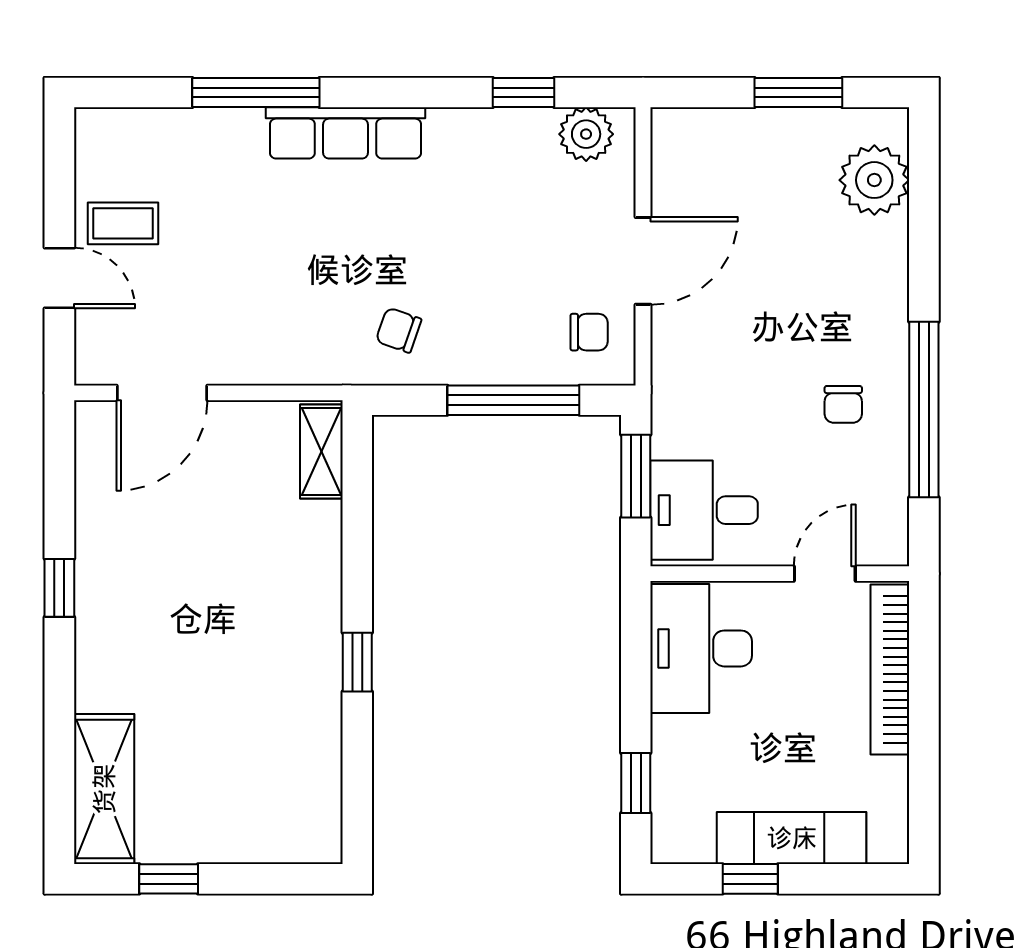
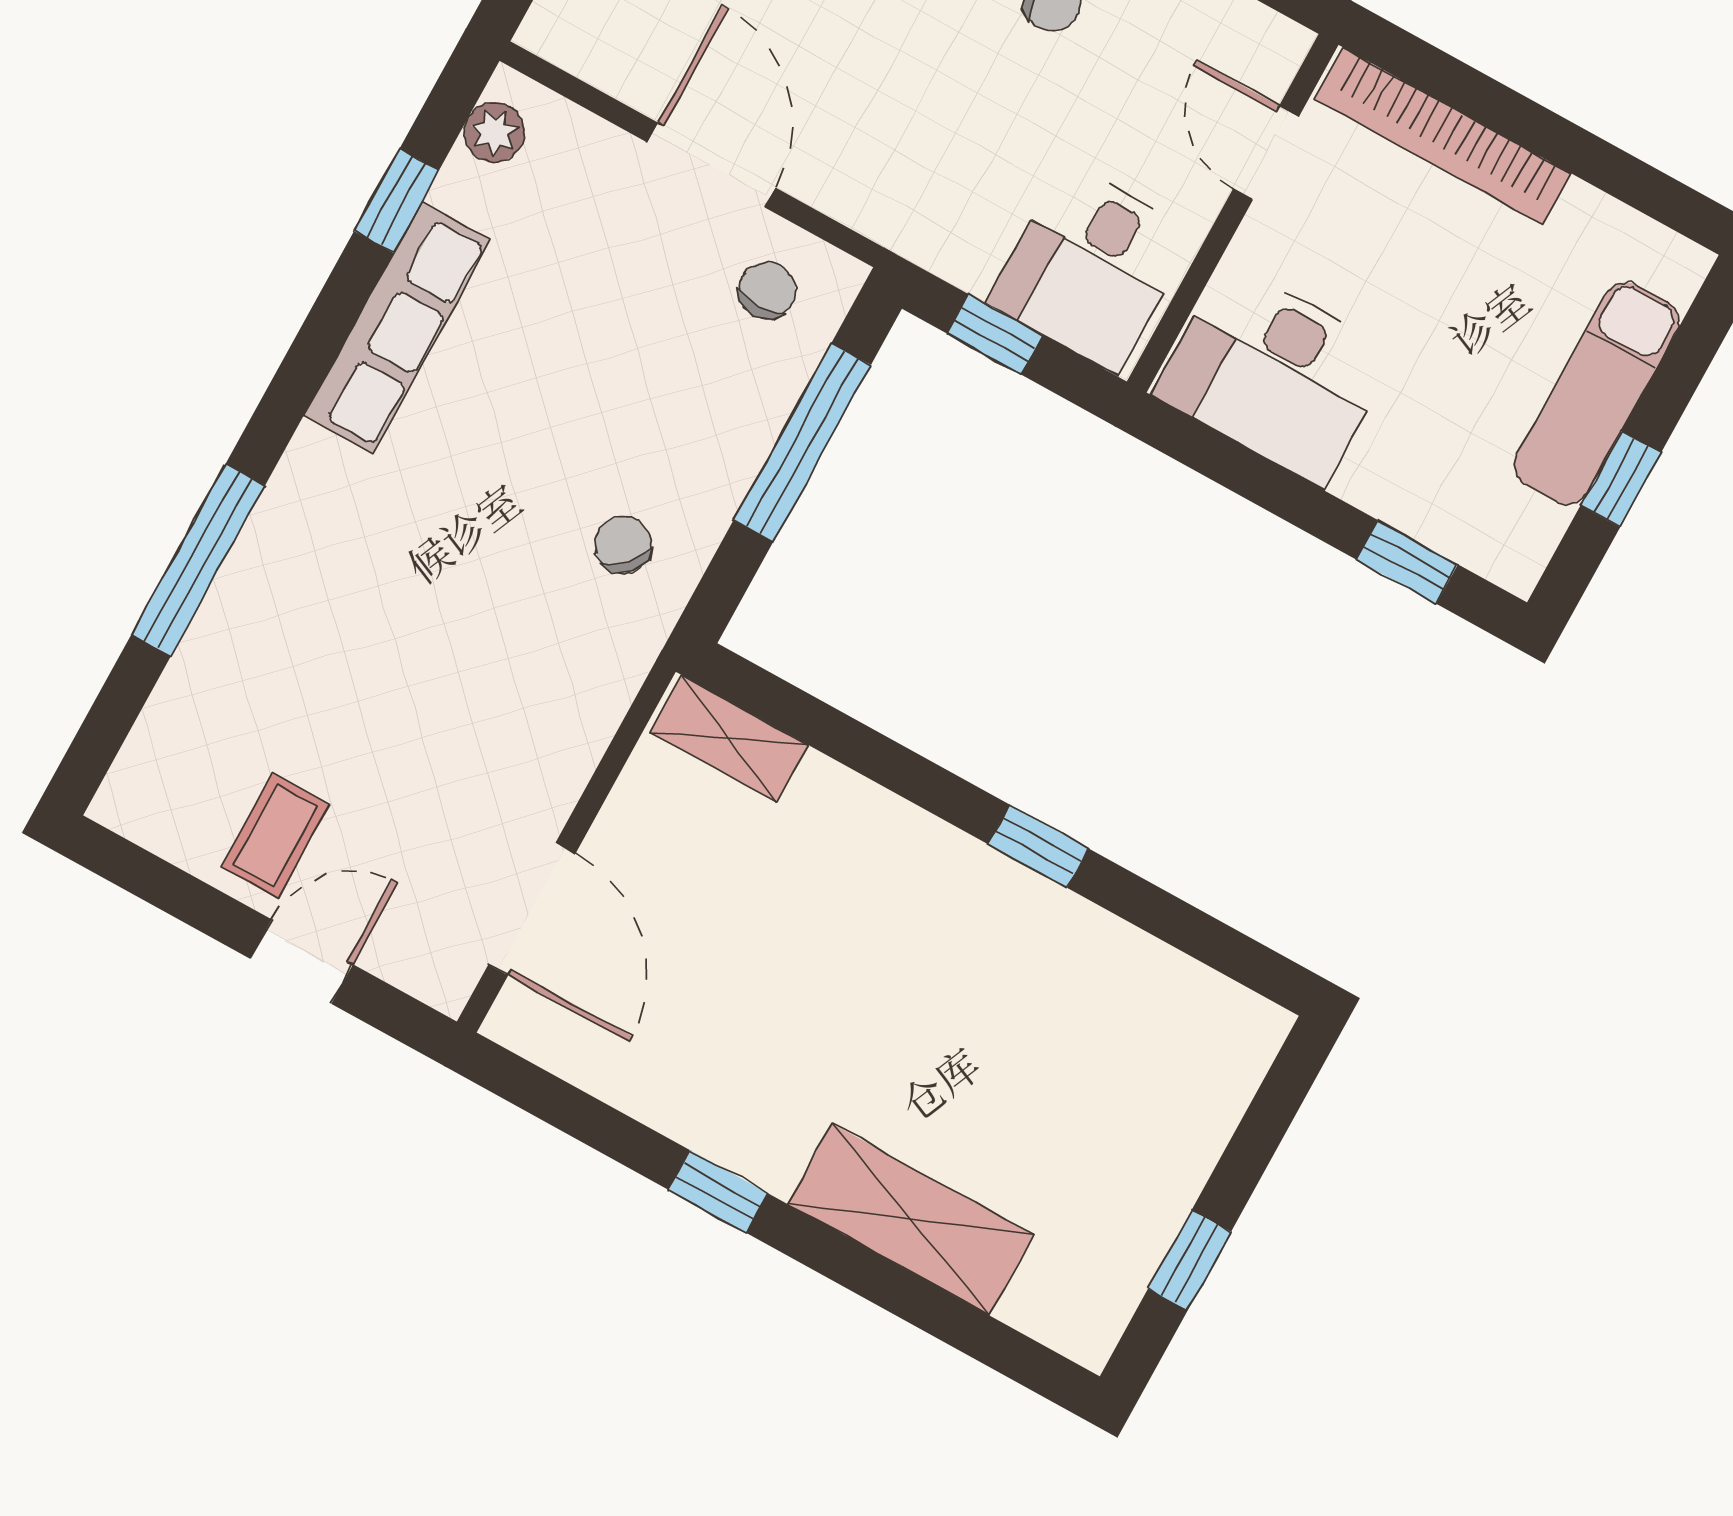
row of seats: (346, 133) -> (397, 328), moved
plant: (586, 134) -> (494, 132), width x0.73, depth x0.73
chair: (399, 330) -> (623, 545), turned 114
window: (636, 476) -> (995, 334), width x0.67
shelving: (104, 789) -> (910, 1219), moved

